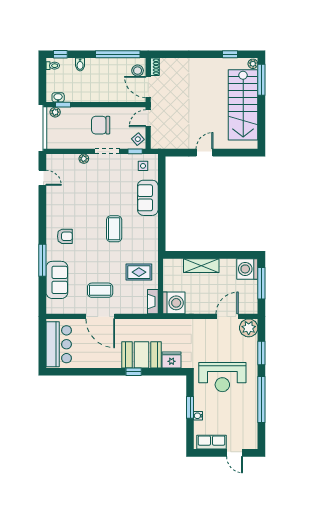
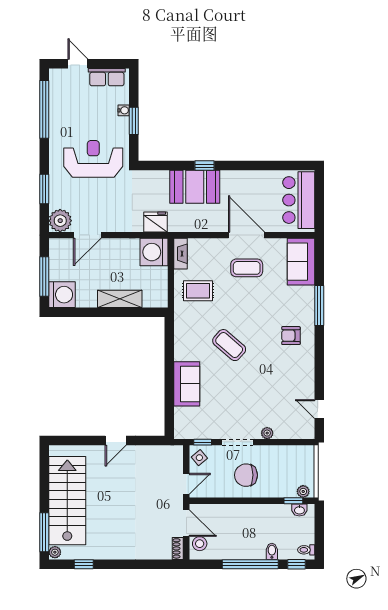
window: (118, 54) -> (250, 564), moved
chair: (101, 125) -> (246, 475), turned 180
side table: (143, 166) -> (193, 424), removed
coffee table: (114, 229) -> (229, 345), turned -49
sofa: (57, 280) -> (301, 262), moved
fridge: (172, 360) -> (155, 222), moved, turned 180
window: (261, 399) -> (44, 109), moved

